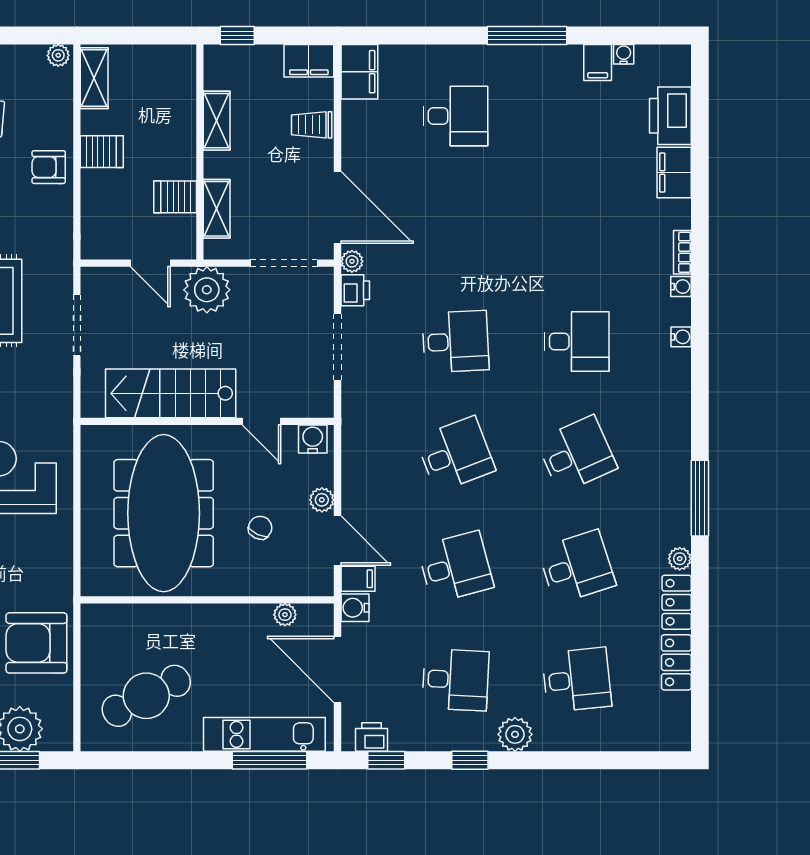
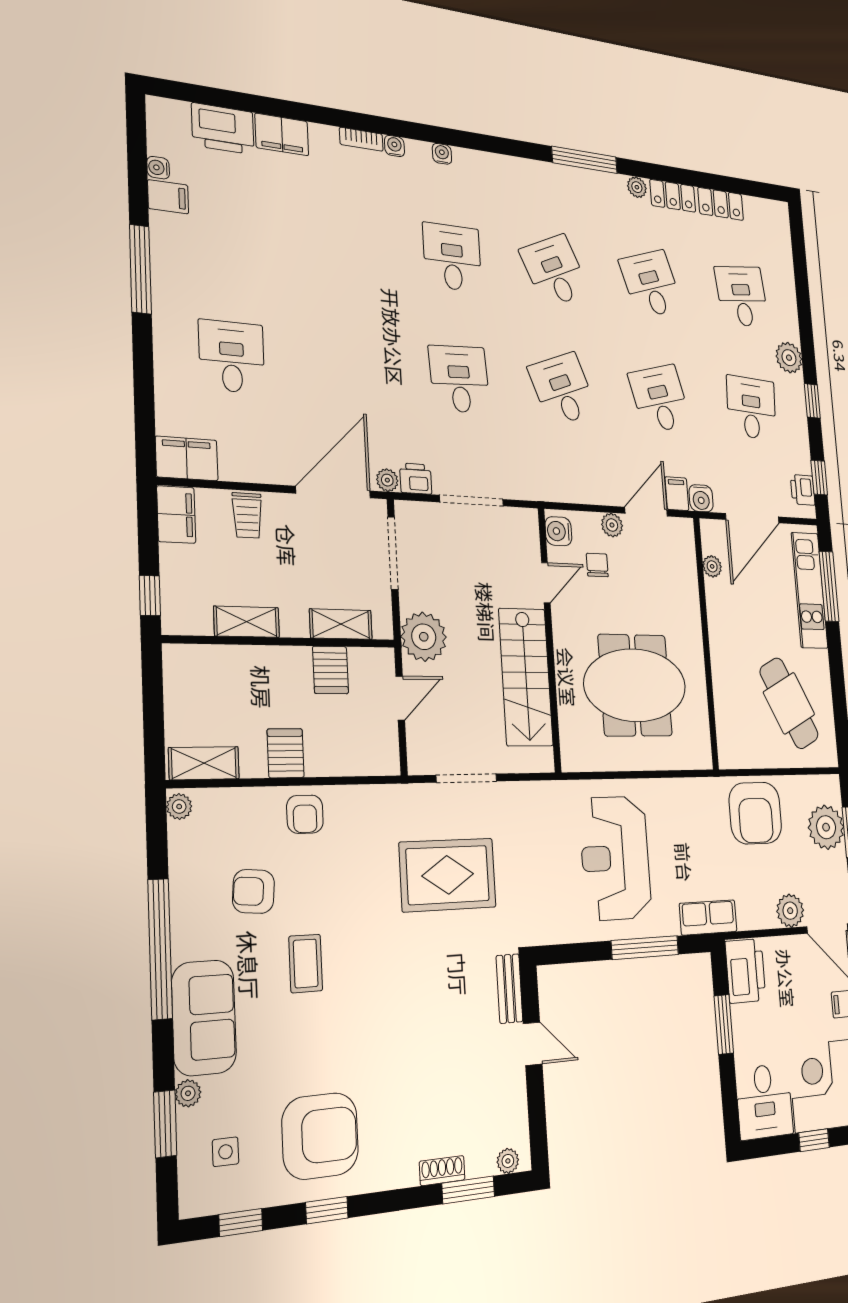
meeting table: (164, 513) -> (635, 685), width x0.73
chair: (260, 528) -> (597, 565), moved, turned 65

